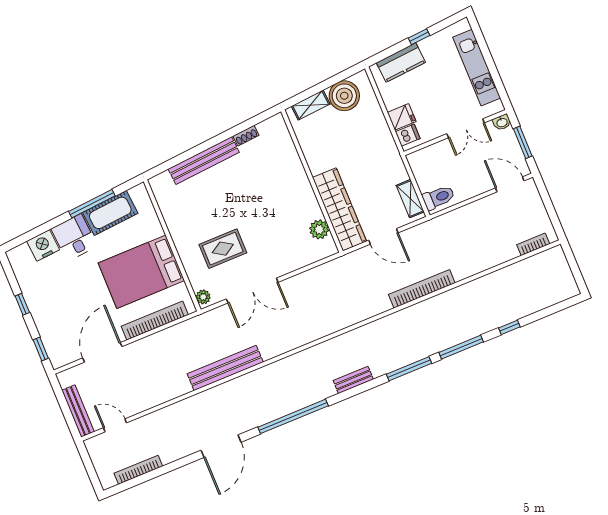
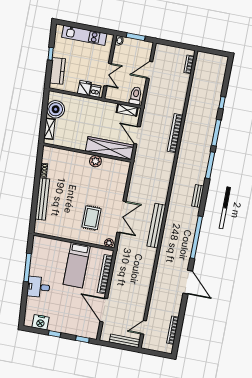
double door: (466, 128) -> (108, 75), moved
door: (510, 184) -> (150, 70), moved
cot: (110, 213) -> (38, 262), removed
plant: (319, 229) -> (95, 161), moved
door: (383, 236) -> (137, 135), swing flipped
nightstand: (43, 245) -> (41, 322), moved, turned -85
bed: (141, 272) -> (77, 265), width x0.67
bench: (225, 368) -> (156, 226), moved

